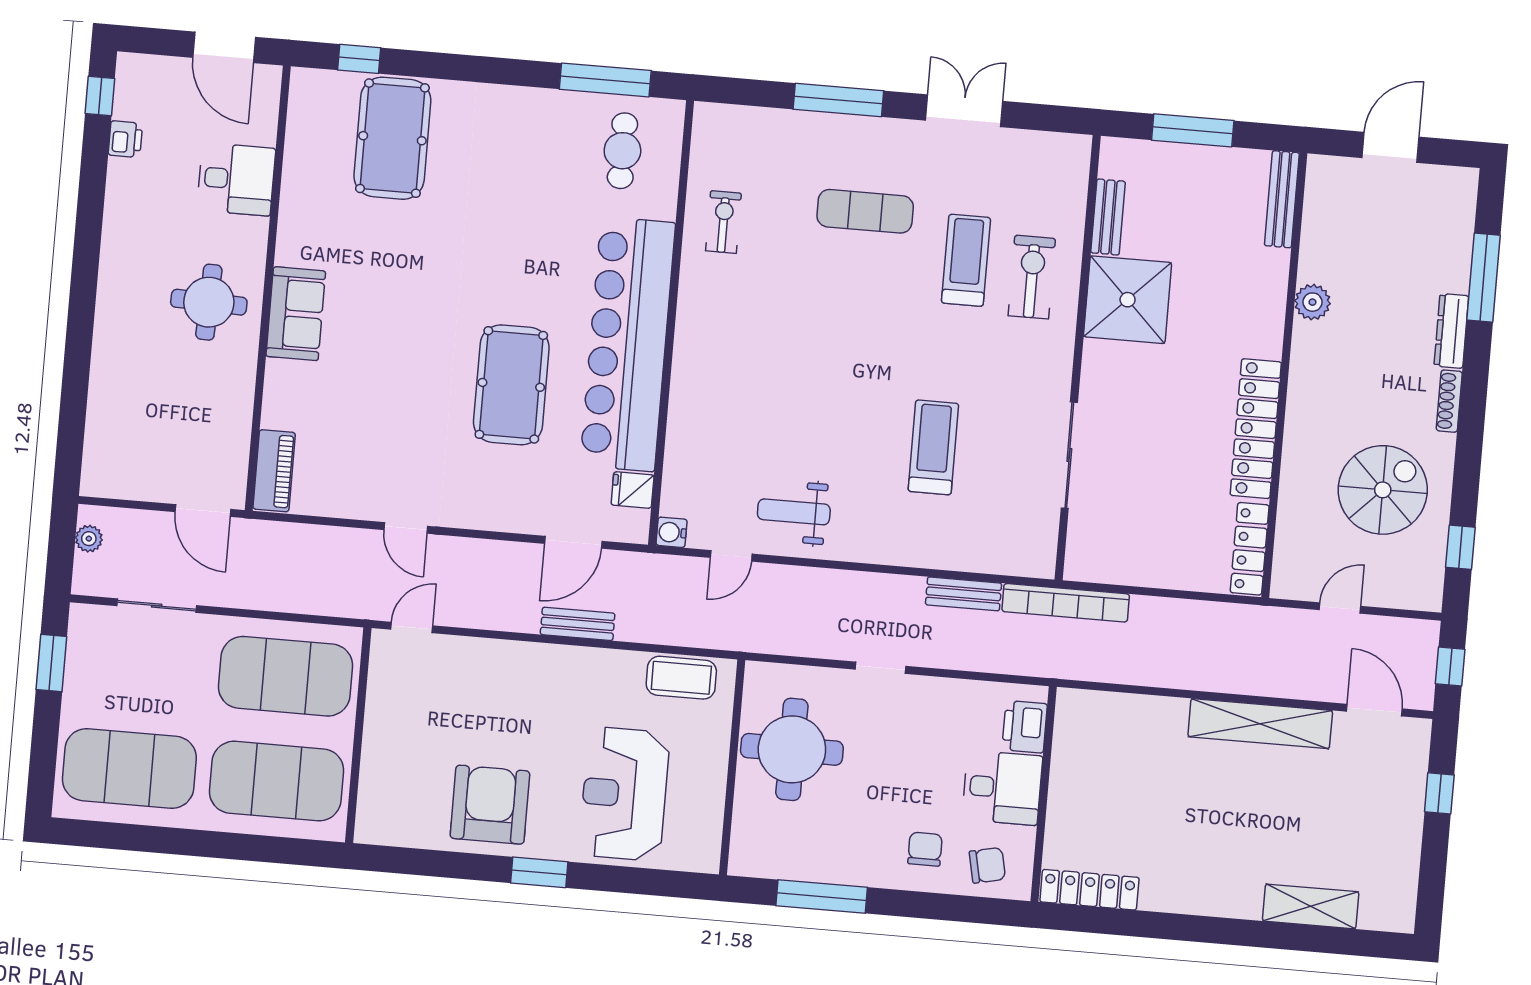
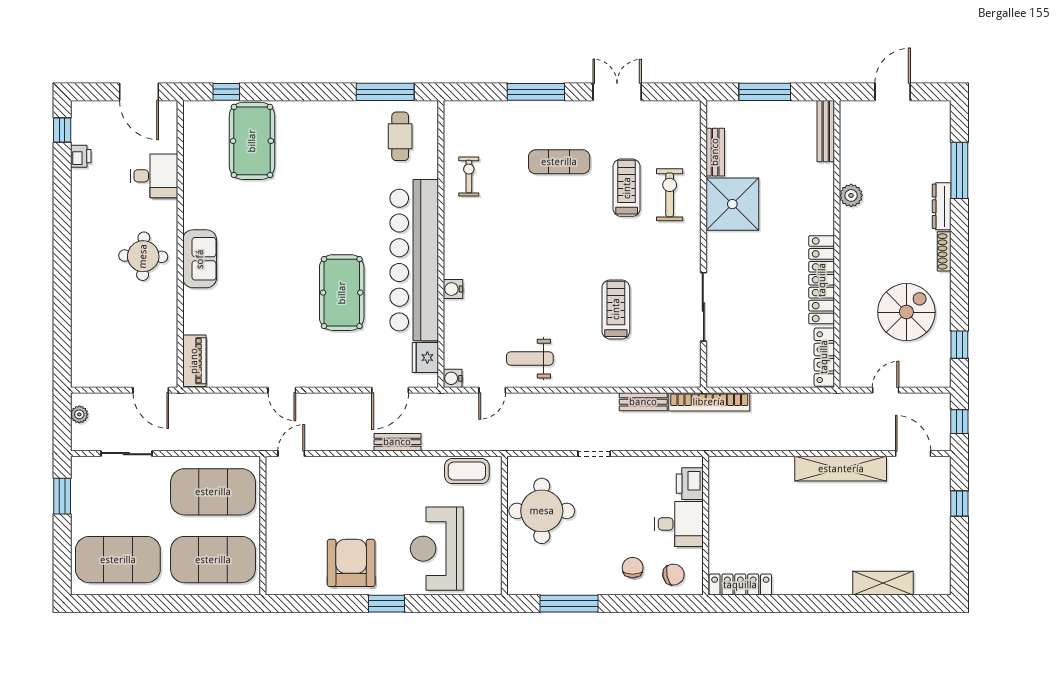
water cooler: (684, 394) -> (453, 289), added
fridge: (633, 490) -> (425, 358), width x1.38

